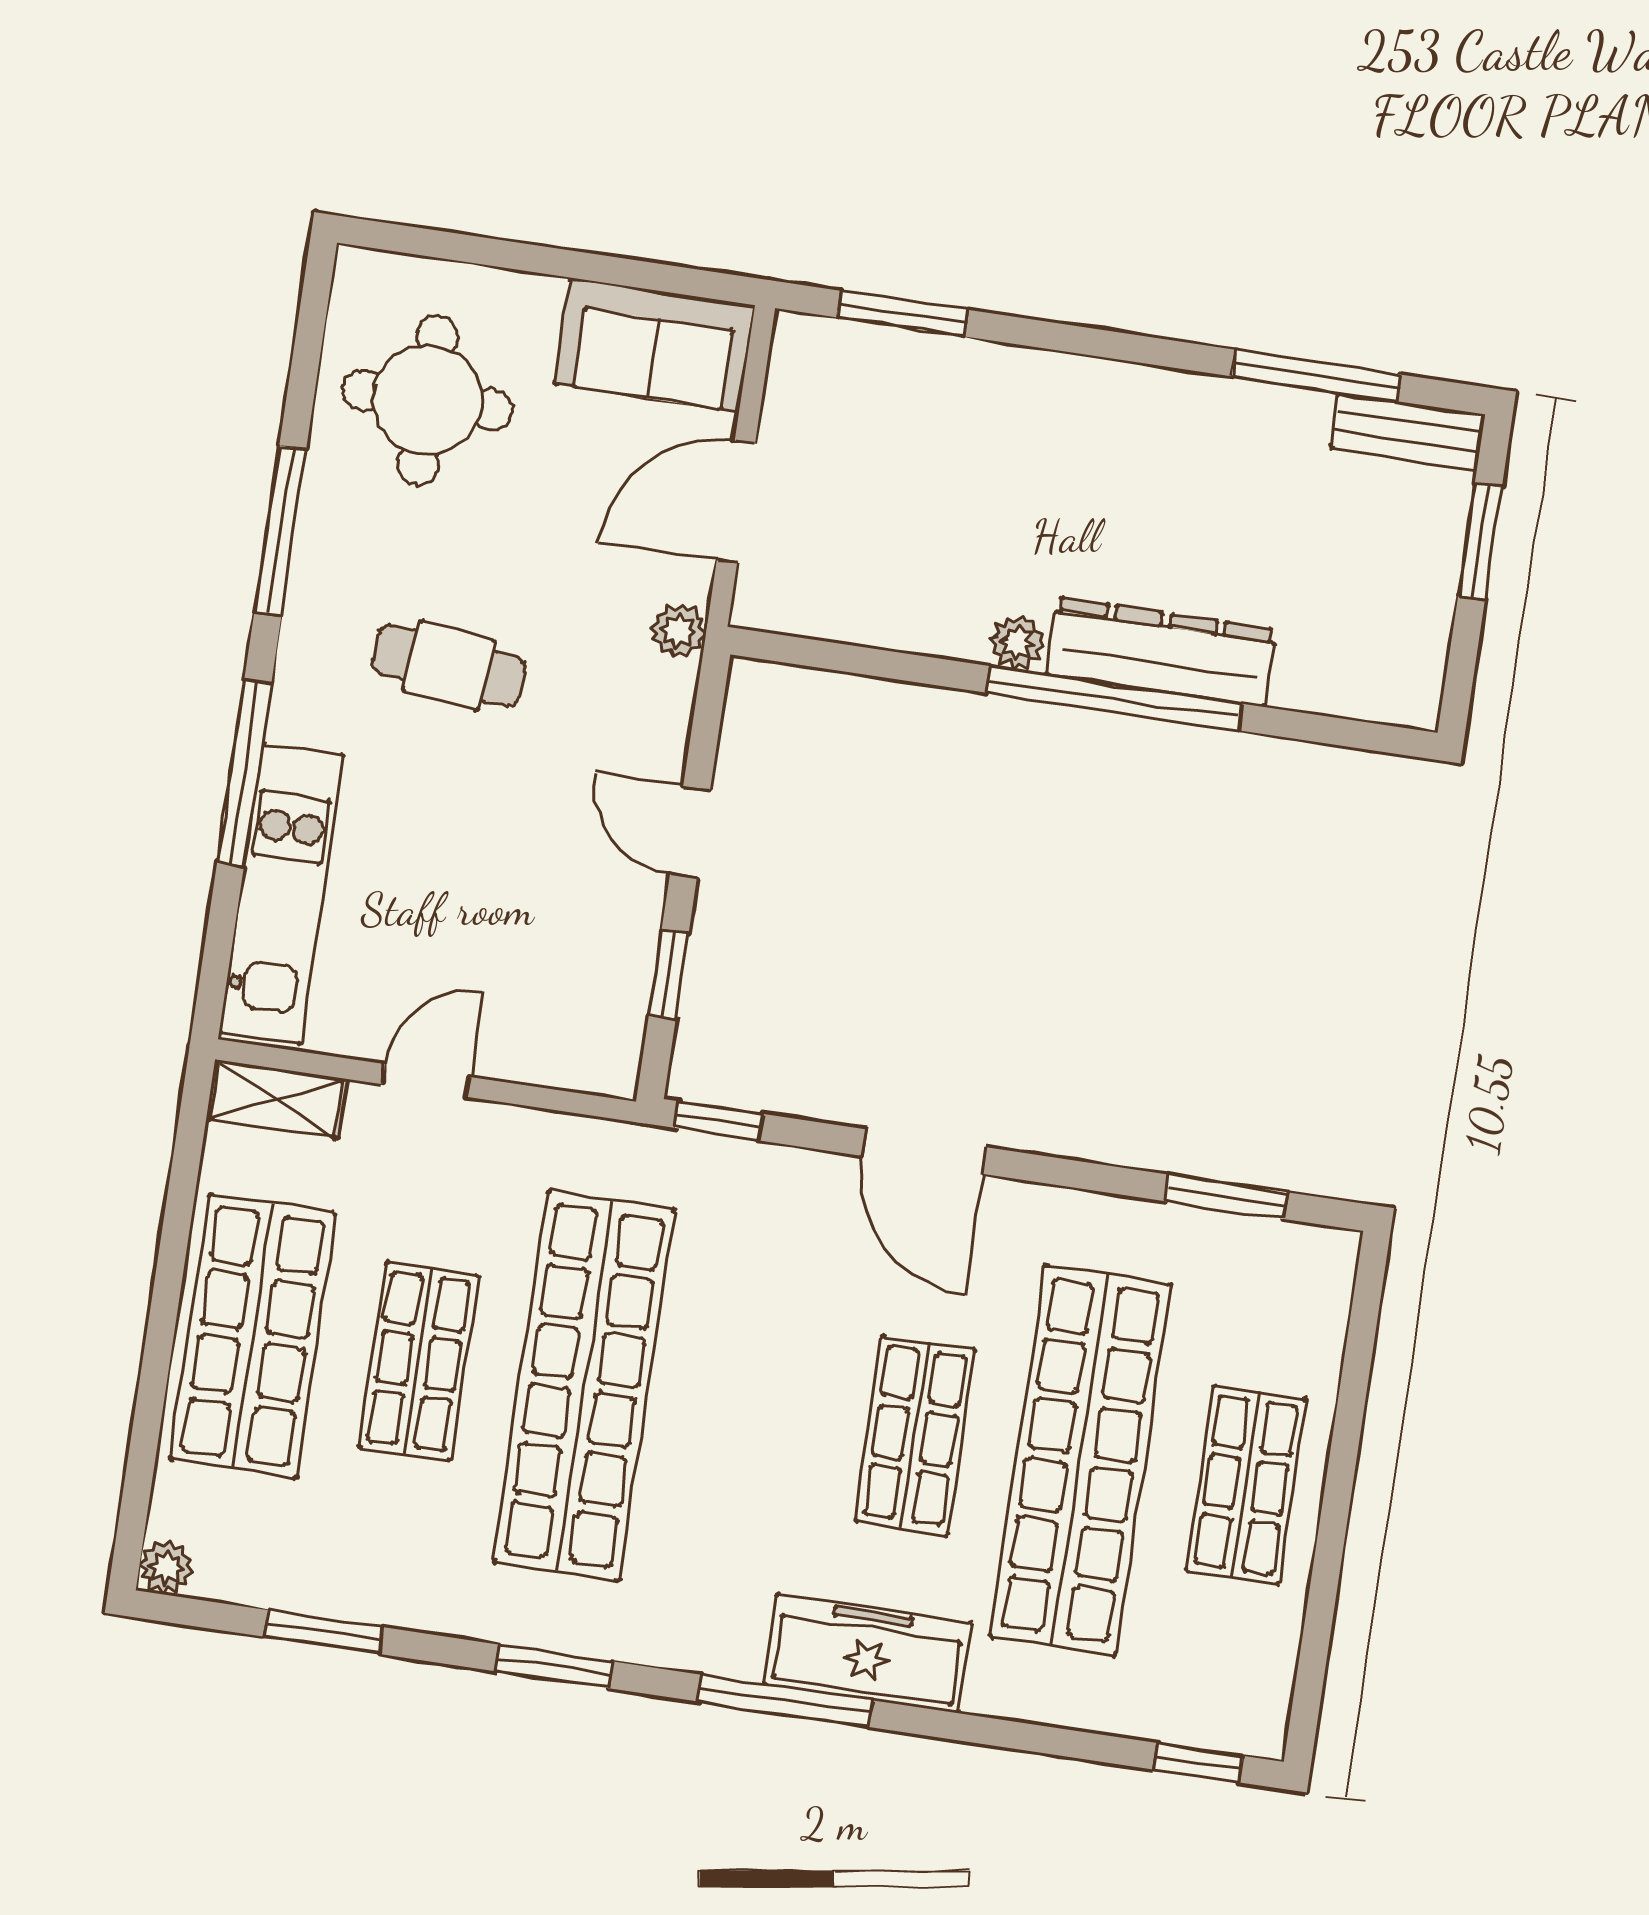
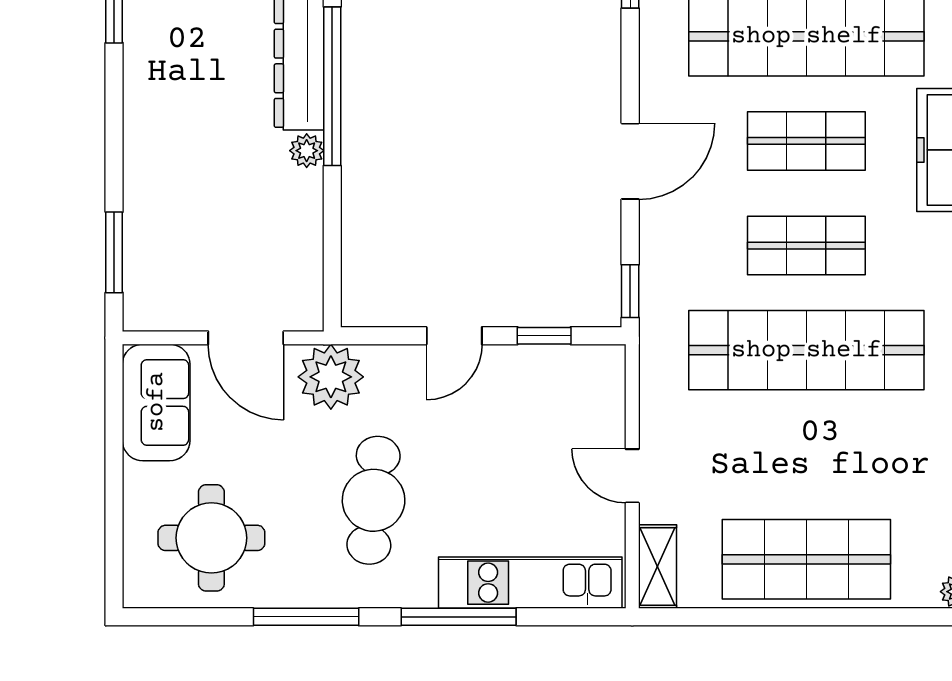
plant: (678, 631) -> (331, 377), width x1.87, depth x1.87
cafe table: (449, 666) -> (374, 500), width x1.37, depth x1.35
shop shelf: (418, 1361) -> (806, 246), moved

